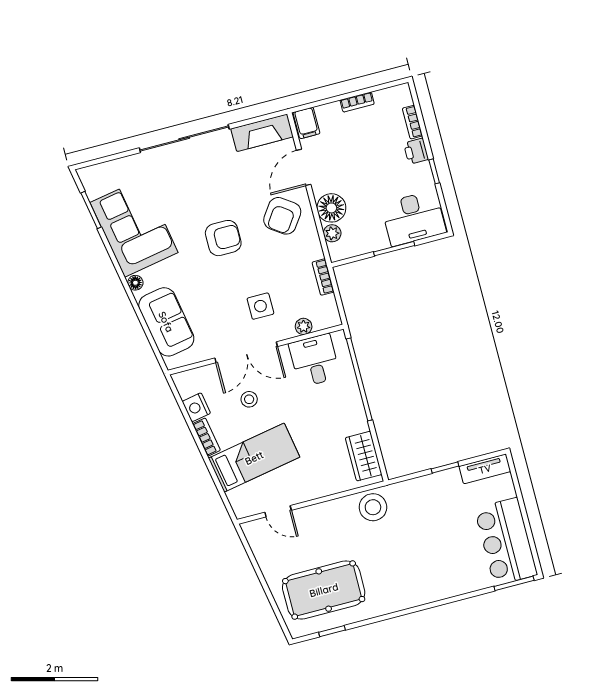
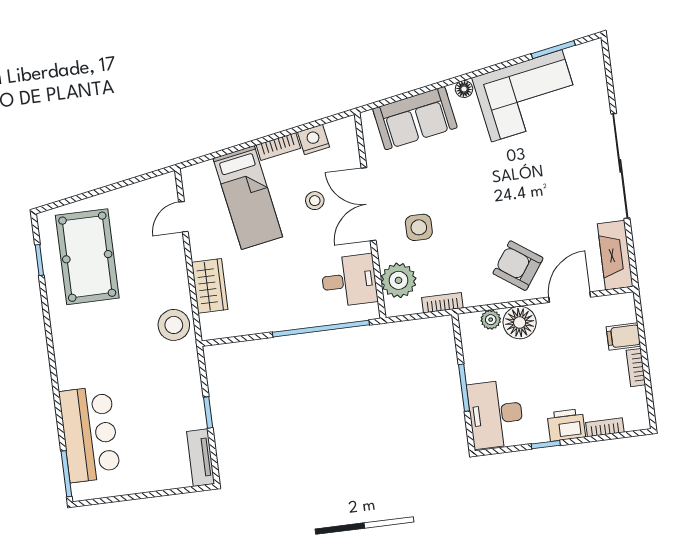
filing cabinet: (306, 123) -> (623, 336), moved
printer: (416, 151) -> (566, 425), width x1.36, depth x1.24
door: (304, 167) -> (570, 297), hinge flipped
armchair: (223, 238) -> (502, 195), removed
plant: (304, 326) -> (399, 280), width x1.88, depth x1.88
wardrobe: (364, 456) -> (210, 286), moved, turned 90
bar counter: (506, 542) -> (90, 434), moved, turned 90

